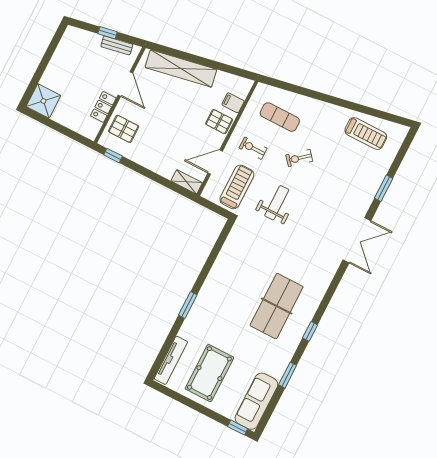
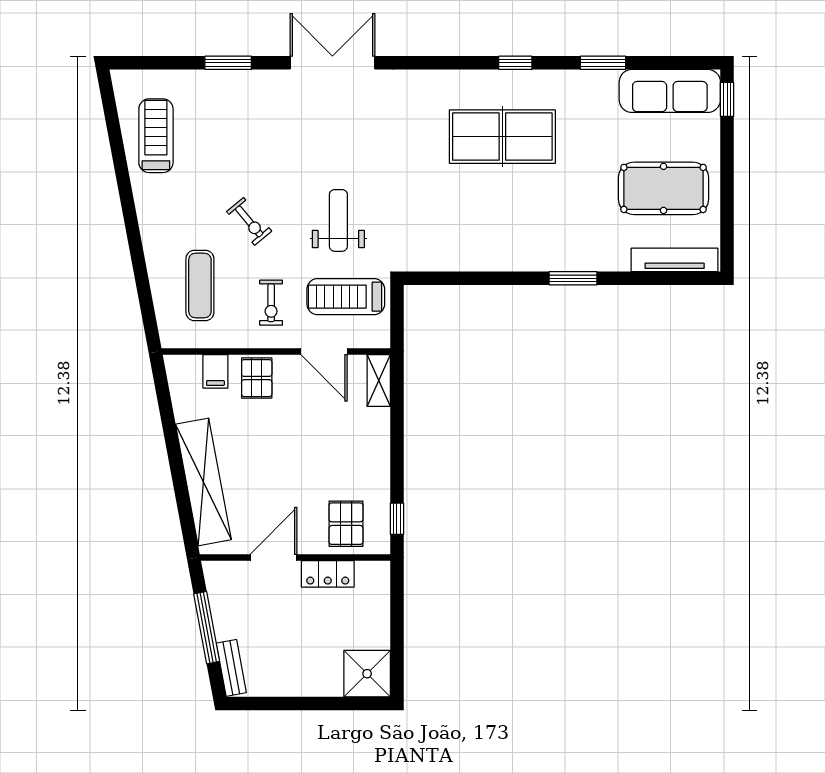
window: (108, 33) -> (207, 628), width x2.17
bench: (117, 45) -> (231, 668), moved
weight bench: (277, 203) -> (338, 220), turned 90

